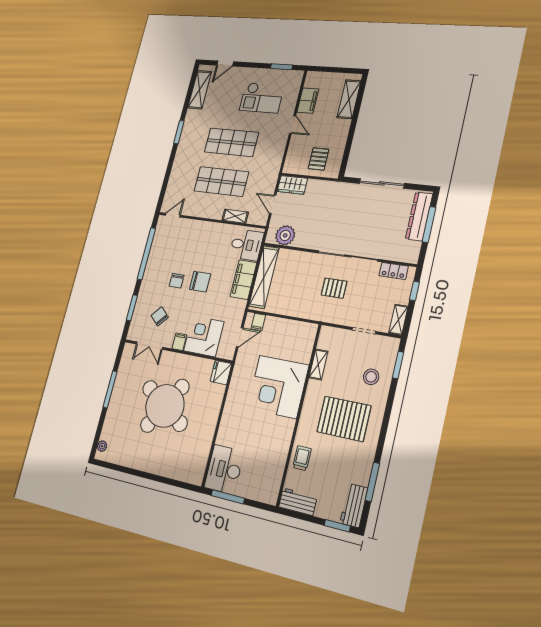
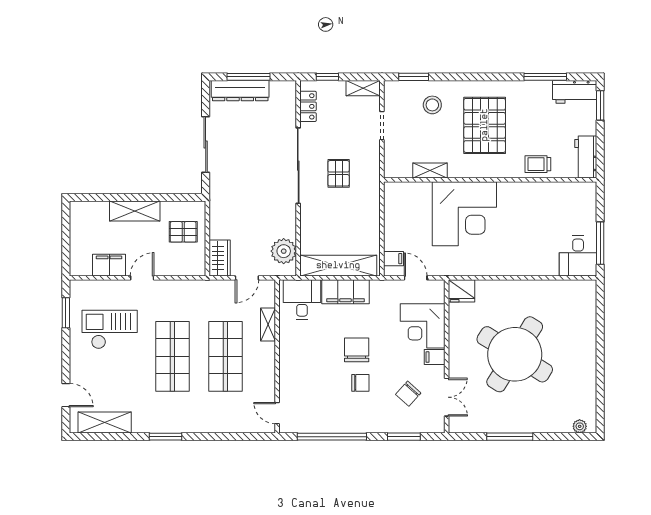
checkout: (262, 98) -> (110, 330), turned -90
shelving: (349, 99) -> (135, 211), moved
desk: (224, 469) -> (578, 256), width x0.73

